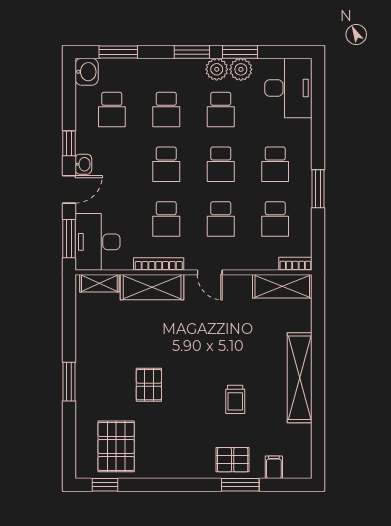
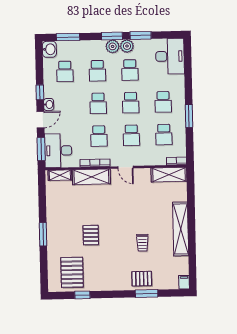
plant: (241, 69) -> (113, 46), moved
filing cabinet: (274, 467) -> (184, 282), moved
window: (105, 485) -> (82, 295), moved

